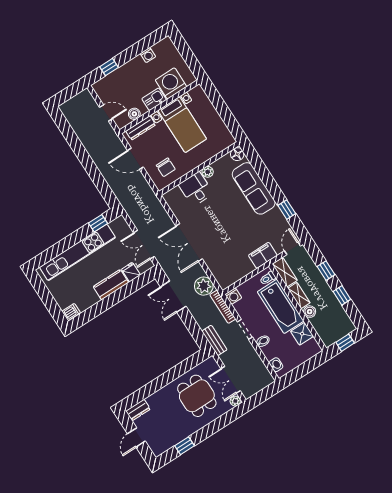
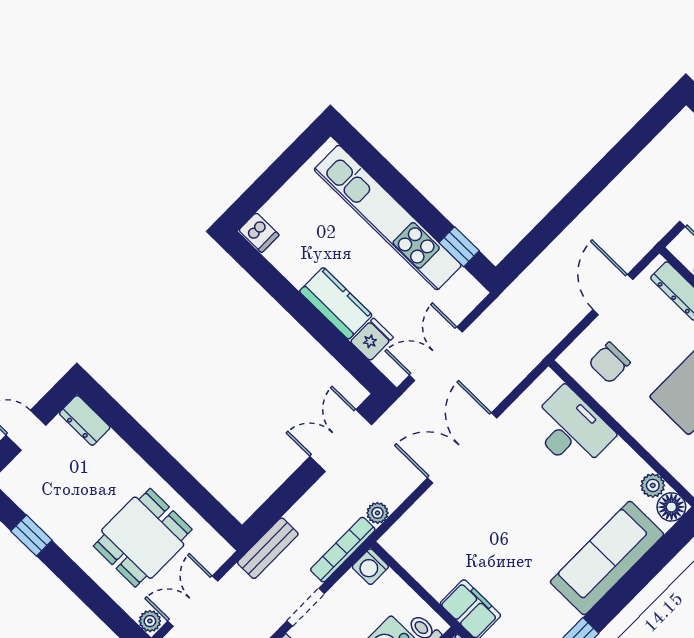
plant: (208, 172) -> (653, 485), moved
desk: (196, 189) -> (571, 429), width x1.37
plant: (204, 286) -> (377, 513), width x0.53, depth x0.53

